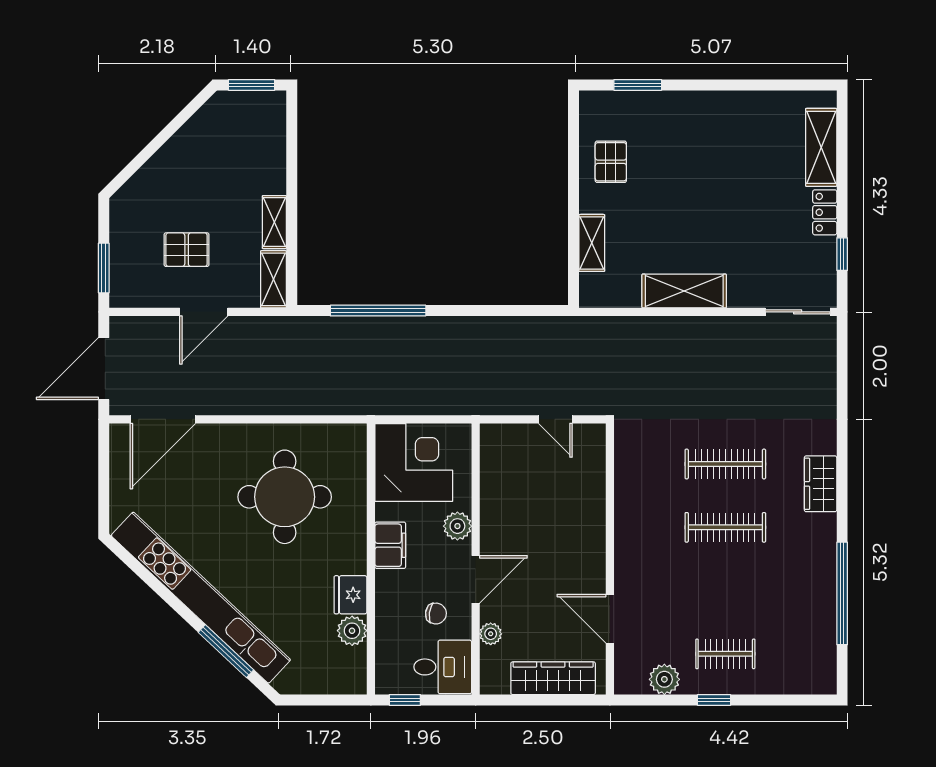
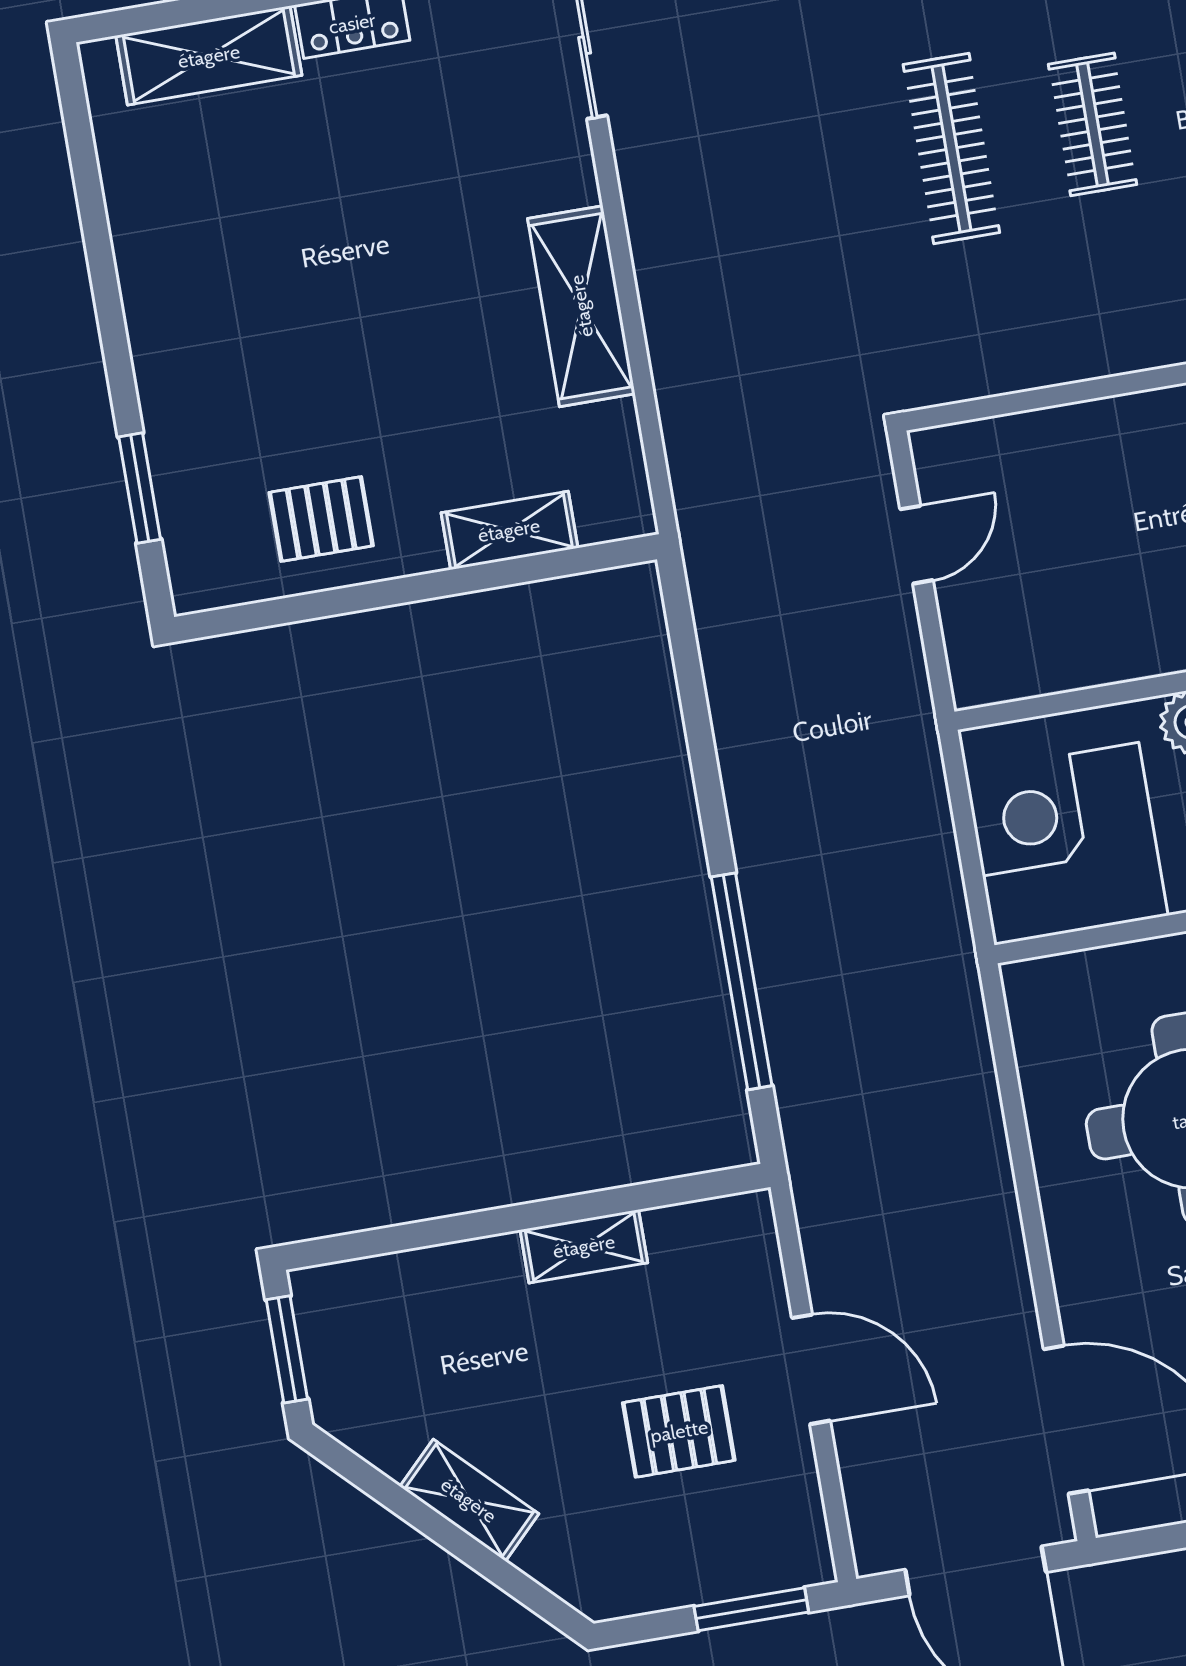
pallet: (187, 250) -> (679, 1431), turned 90
shelving: (273, 279) -> (469, 1500), moved, turned 45
clothes rail: (725, 527) -> (1093, 124), width x0.73

